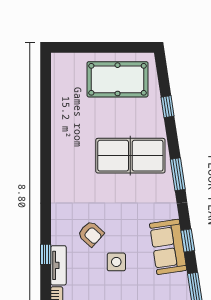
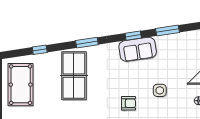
armchair: (91, 234) -> (128, 103), turned 48
side table: (116, 262) -> (160, 90), moved

